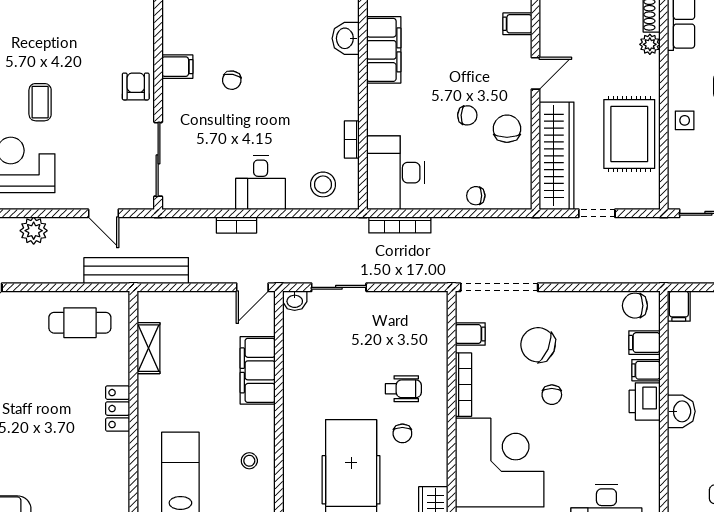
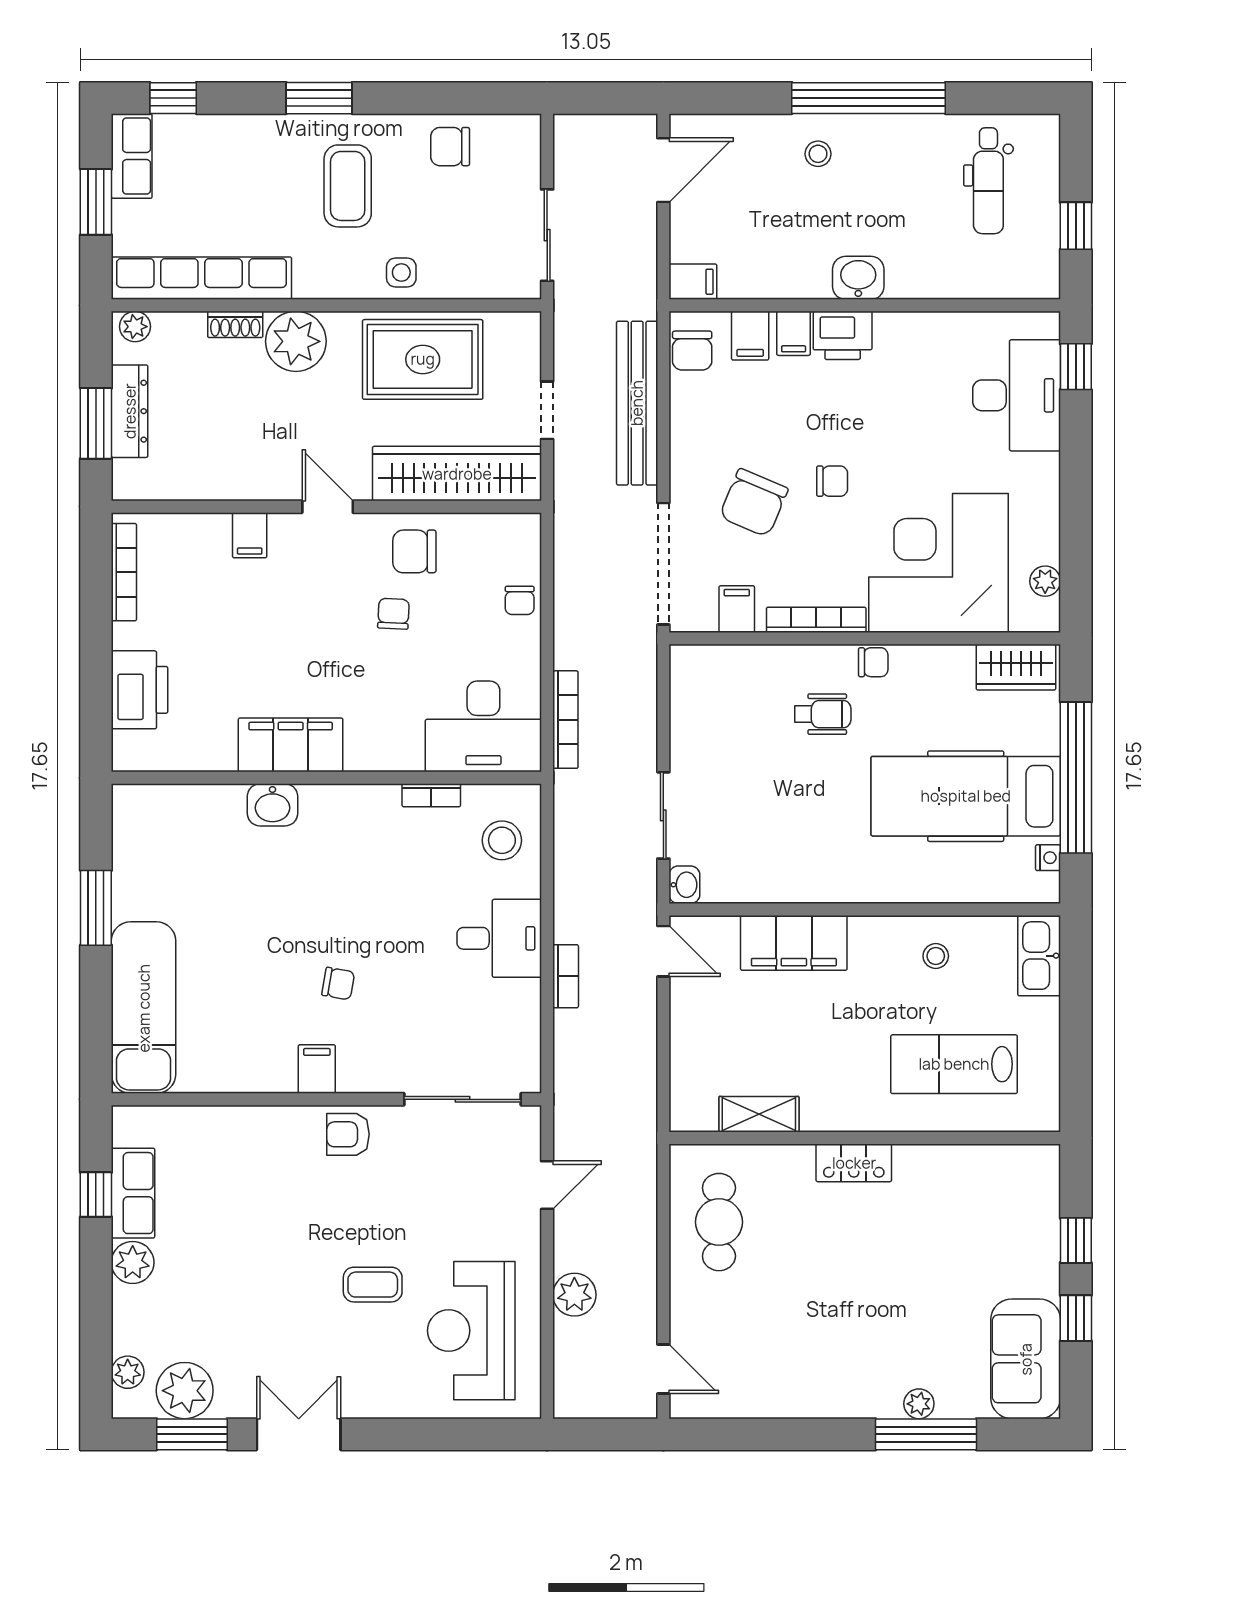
plant: (650, 44) -> (296, 341), width x1.88, depth x1.88
bench: (136, 271) -> (637, 403), moved
wheelchair: (403, 389) -> (823, 714), turned 90
chair: (402, 433) -> (873, 662), moved

